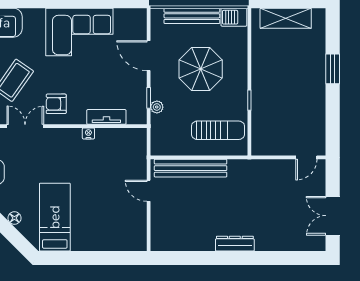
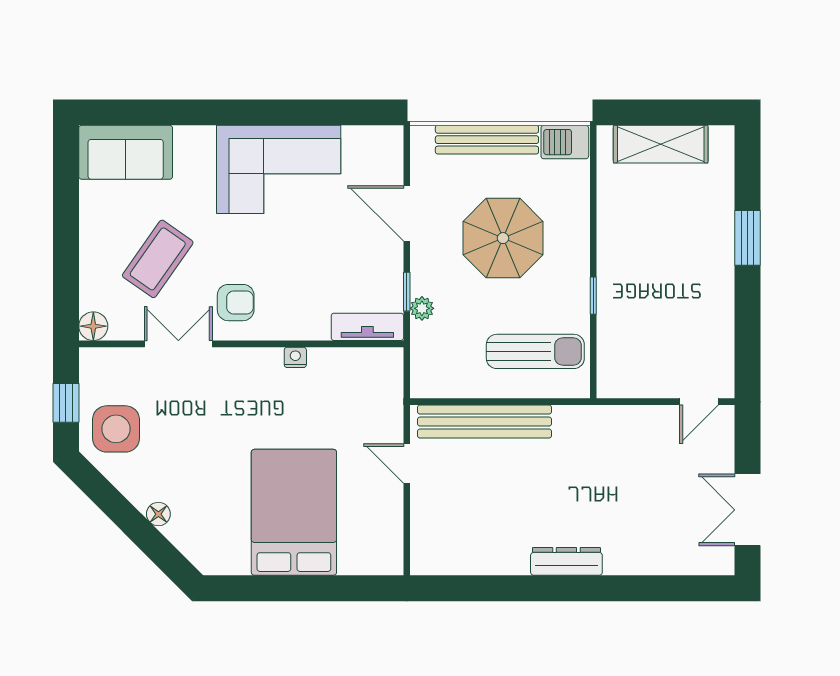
armchair: (56, 104) -> (236, 303), turned 180
tv unit: (106, 117) -> (367, 327), moved
bed: (55, 217) -> (294, 512), moved, width x1.50

